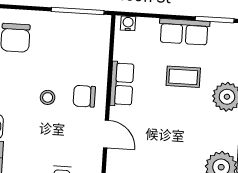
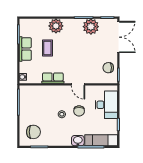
chair: (84, 96) -> (79, 111), moved
door: (106, 134) -> (78, 84), swing flipped

